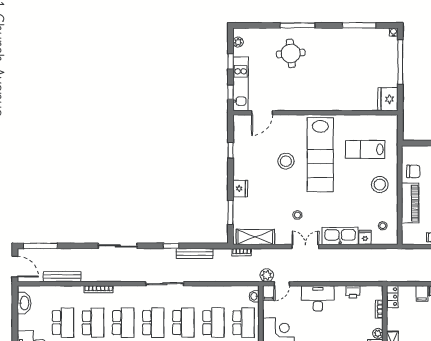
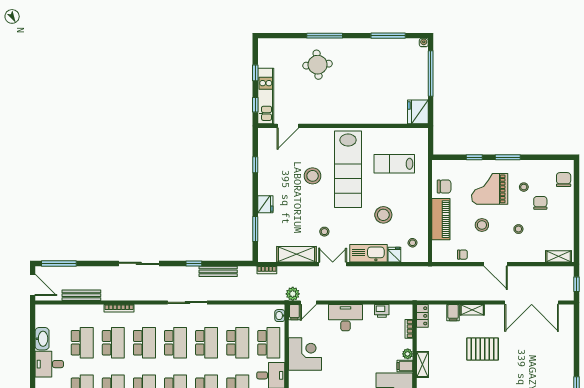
plant: (238, 42) -> (263, 53), removed
stool: (380, 185) -> (383, 215), moved
shelving: (255, 237) -> (296, 254), moved
washbasin: (24, 303) -> (42, 339), moved

